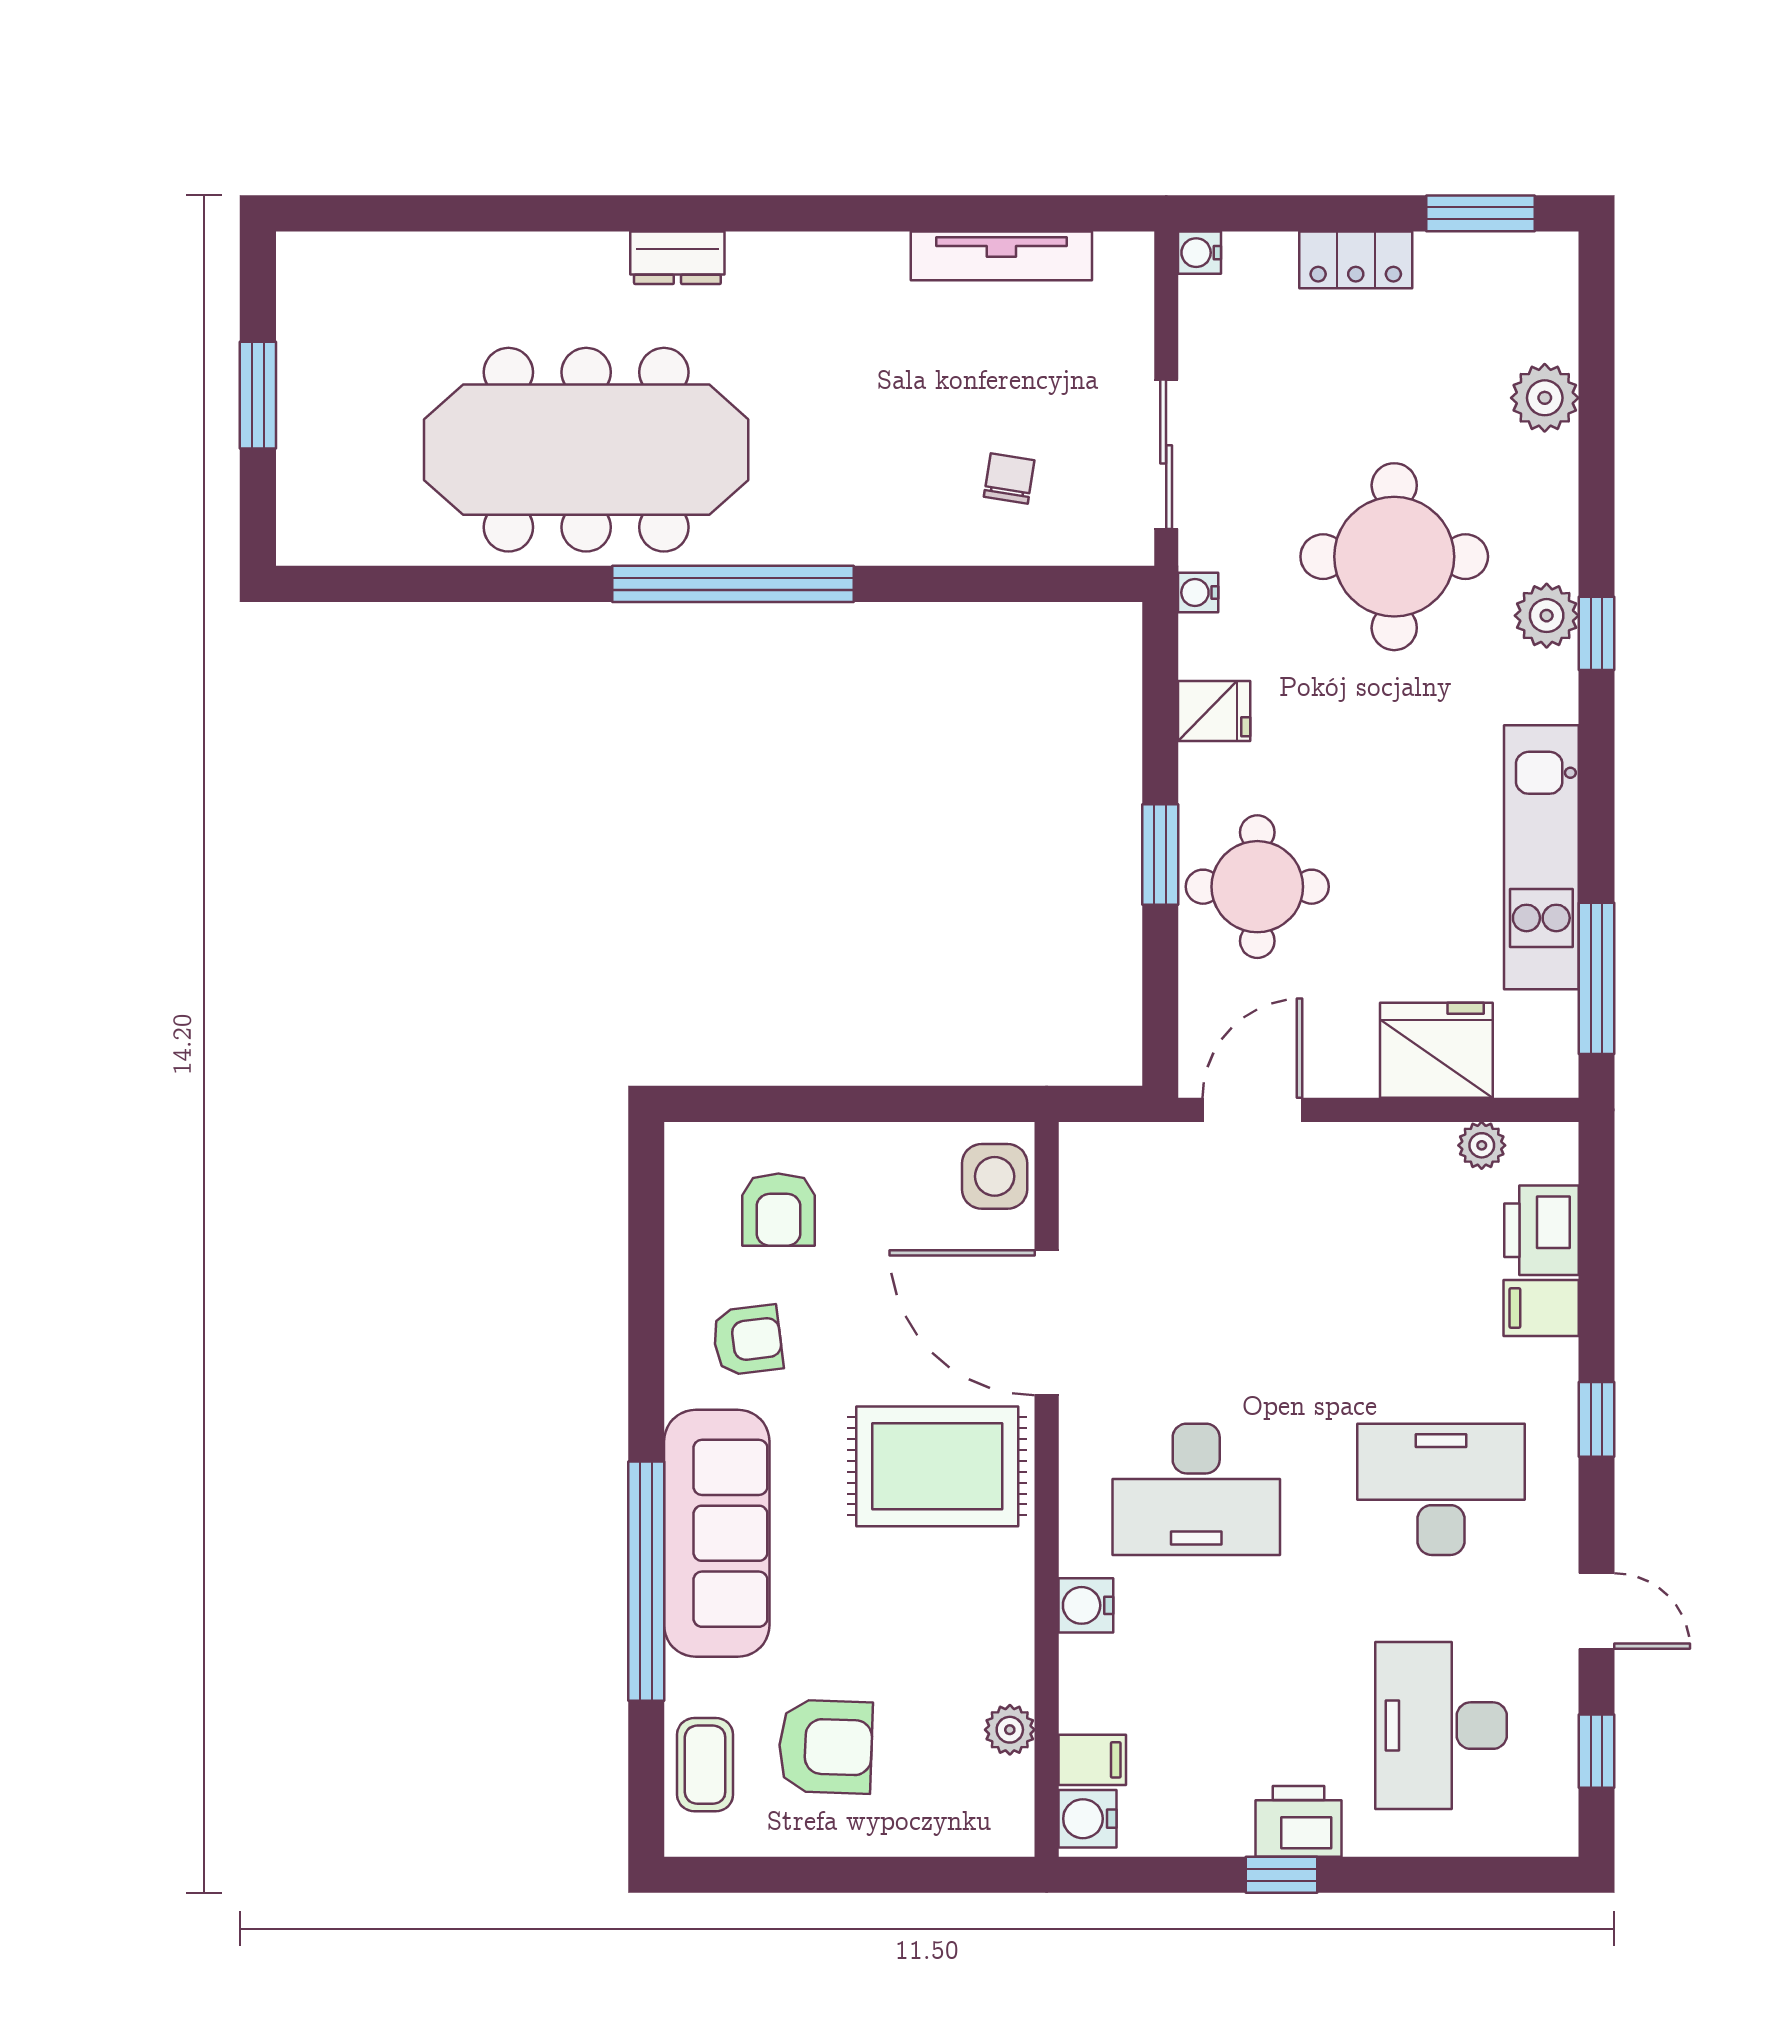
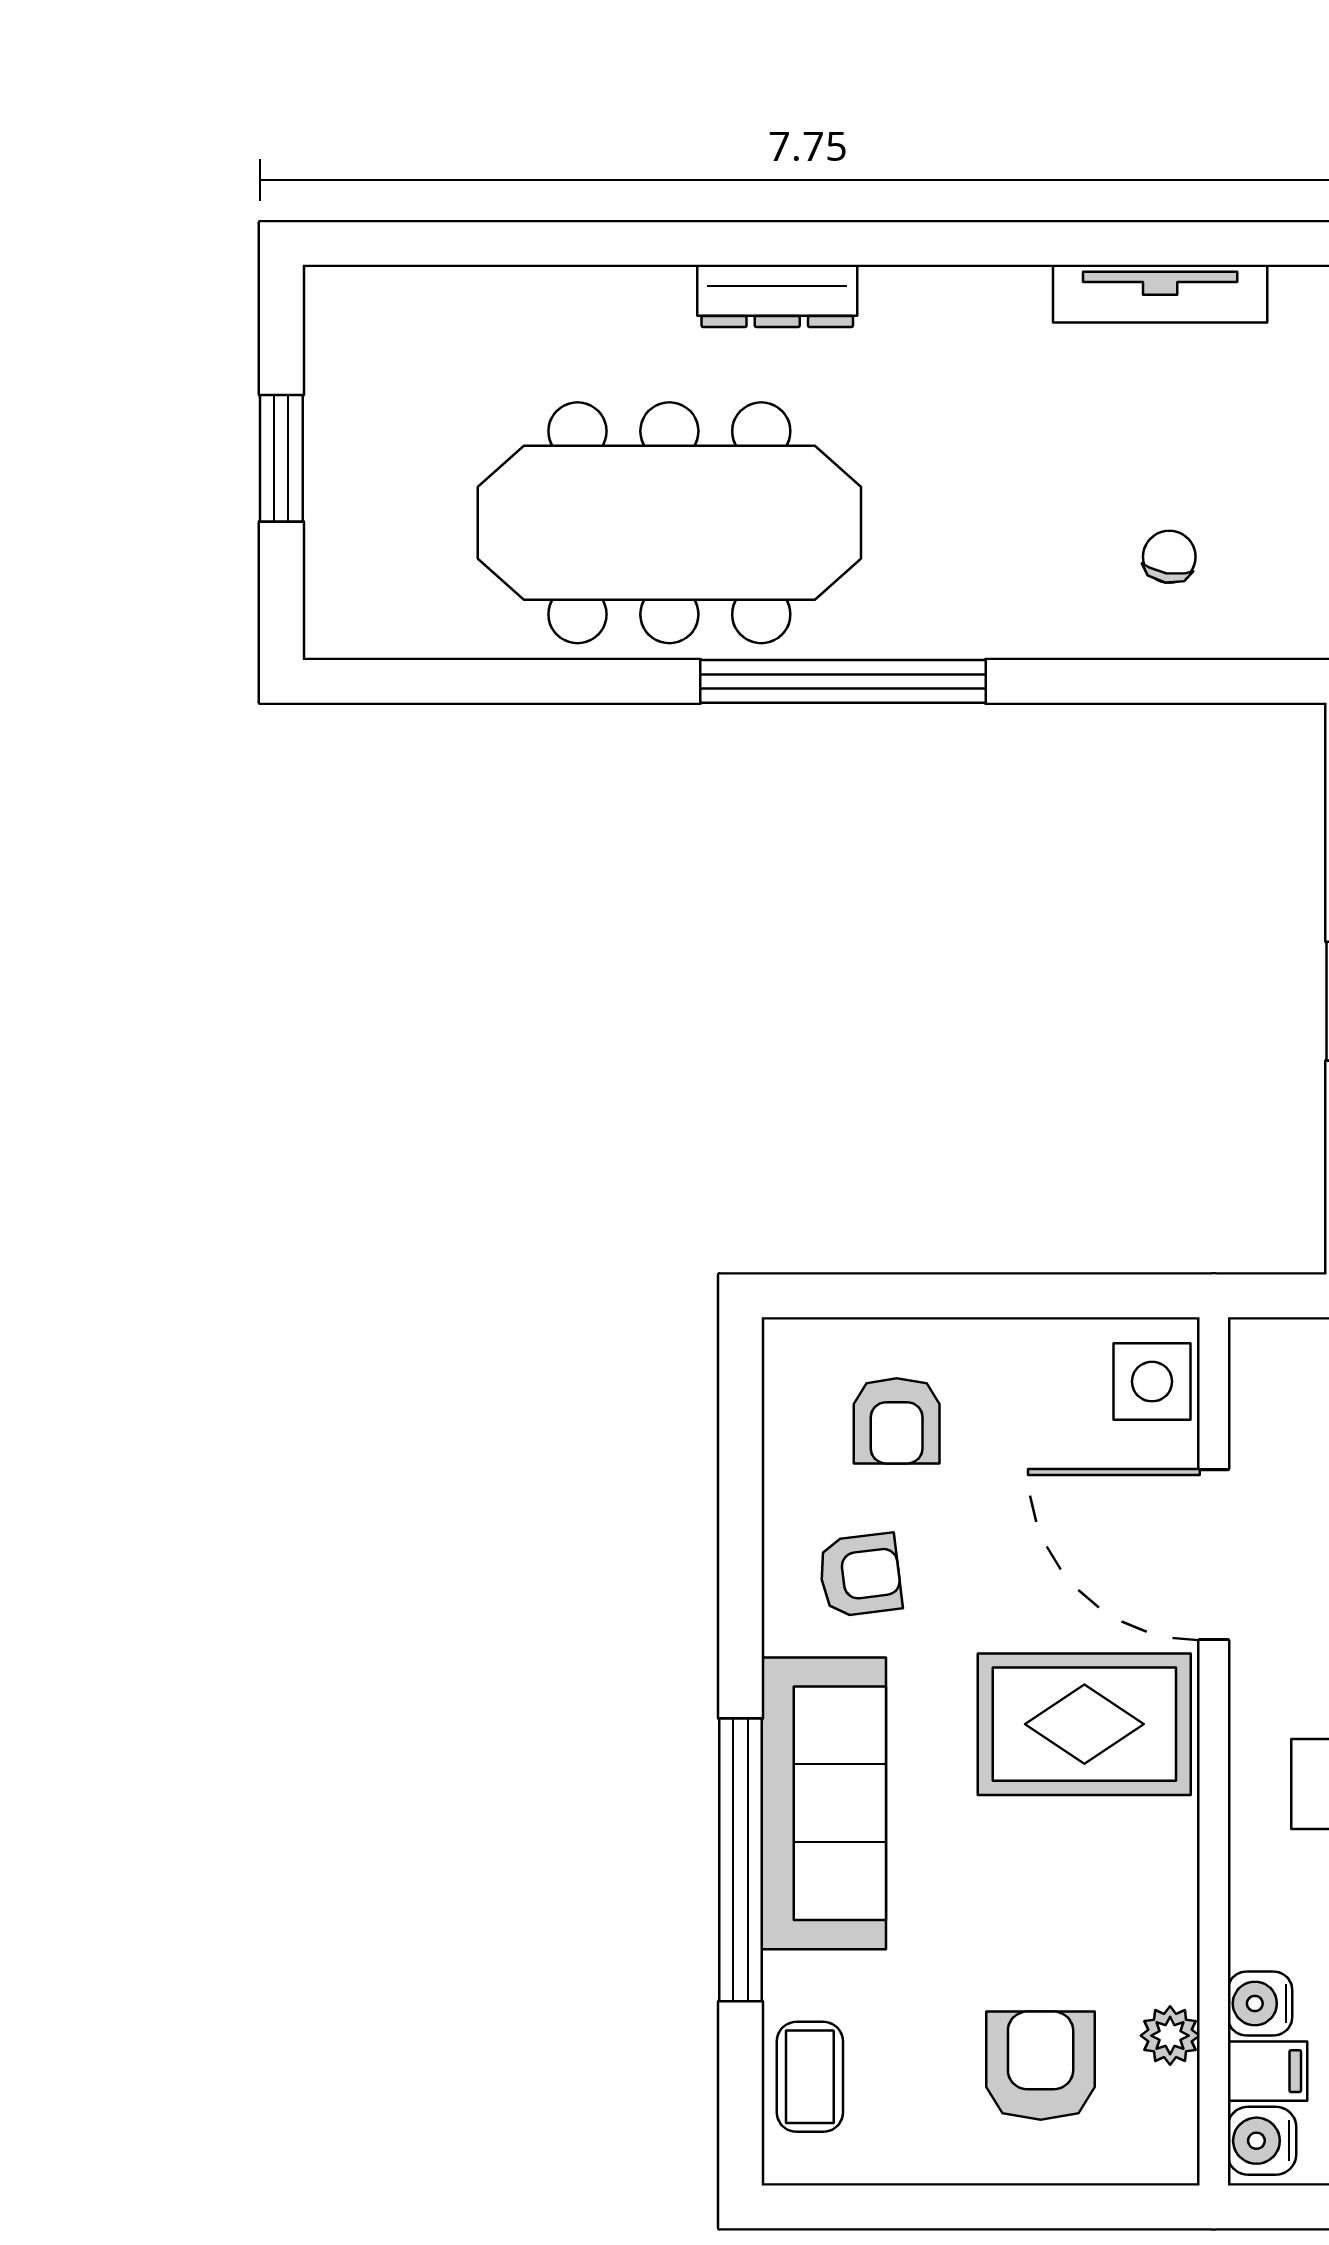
dresser: (677, 258) -> (777, 296), width x1.44
water cooler: (1086, 1605) -> (1260, 2003), moved
armchair: (826, 1747) -> (1041, 2066), moved, turned -92

